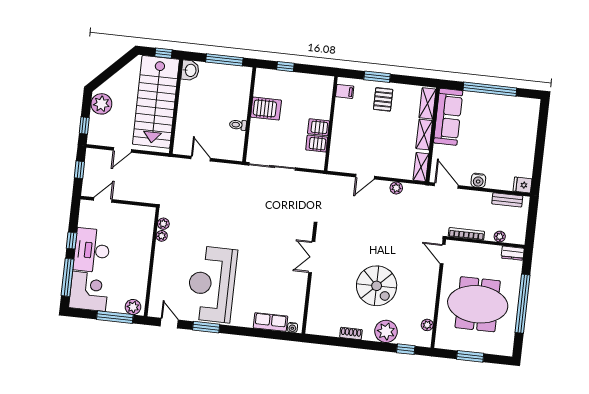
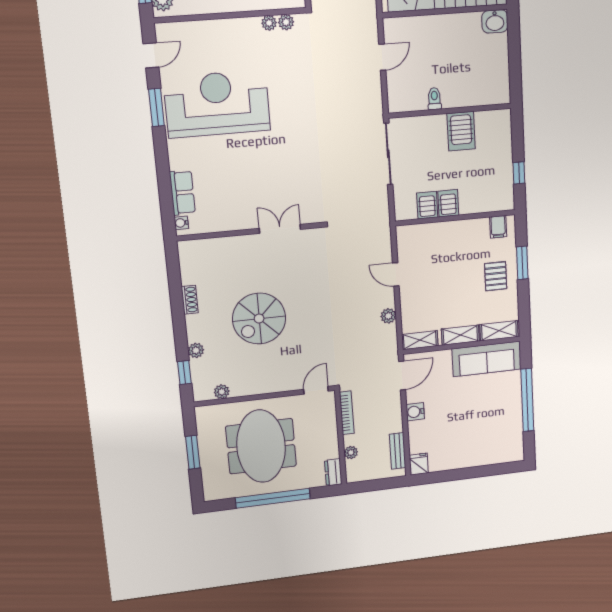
window: (224, 60) -> (515, 65), removed
window: (285, 67) -> (519, 173), moved
pallet: (383, 99) -> (496, 276), turned 90
plant: (386, 331) -> (196, 350), width x0.53, depth x0.53

